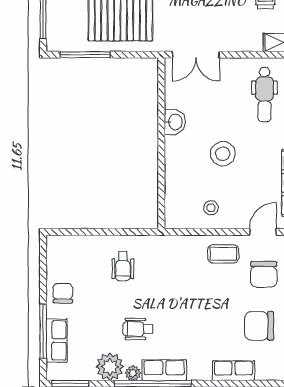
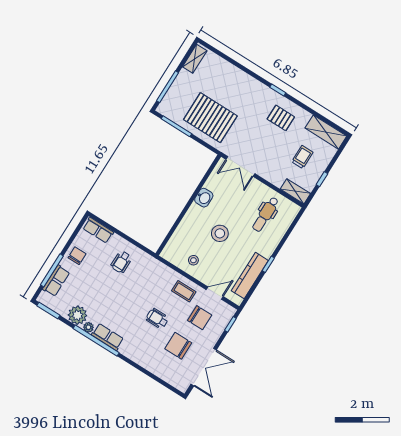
chair: (264, 274) -> (200, 318), turned -90
wheelchair: (138, 329) -> (157, 319), moved
row of seats: (234, 371) -> (98, 230), moved, turned 180

